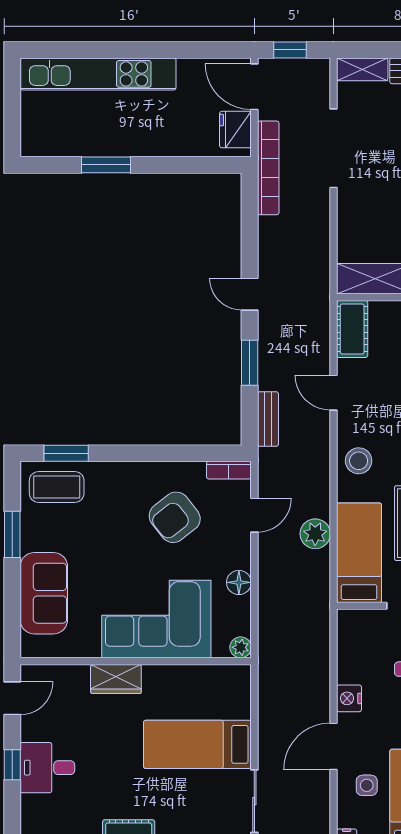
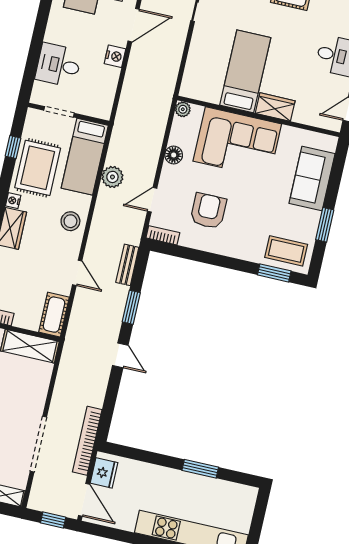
armchair: (175, 517) -> (208, 211), turned -52
bed: (197, 744) -> (245, 71), moved, turned -90

